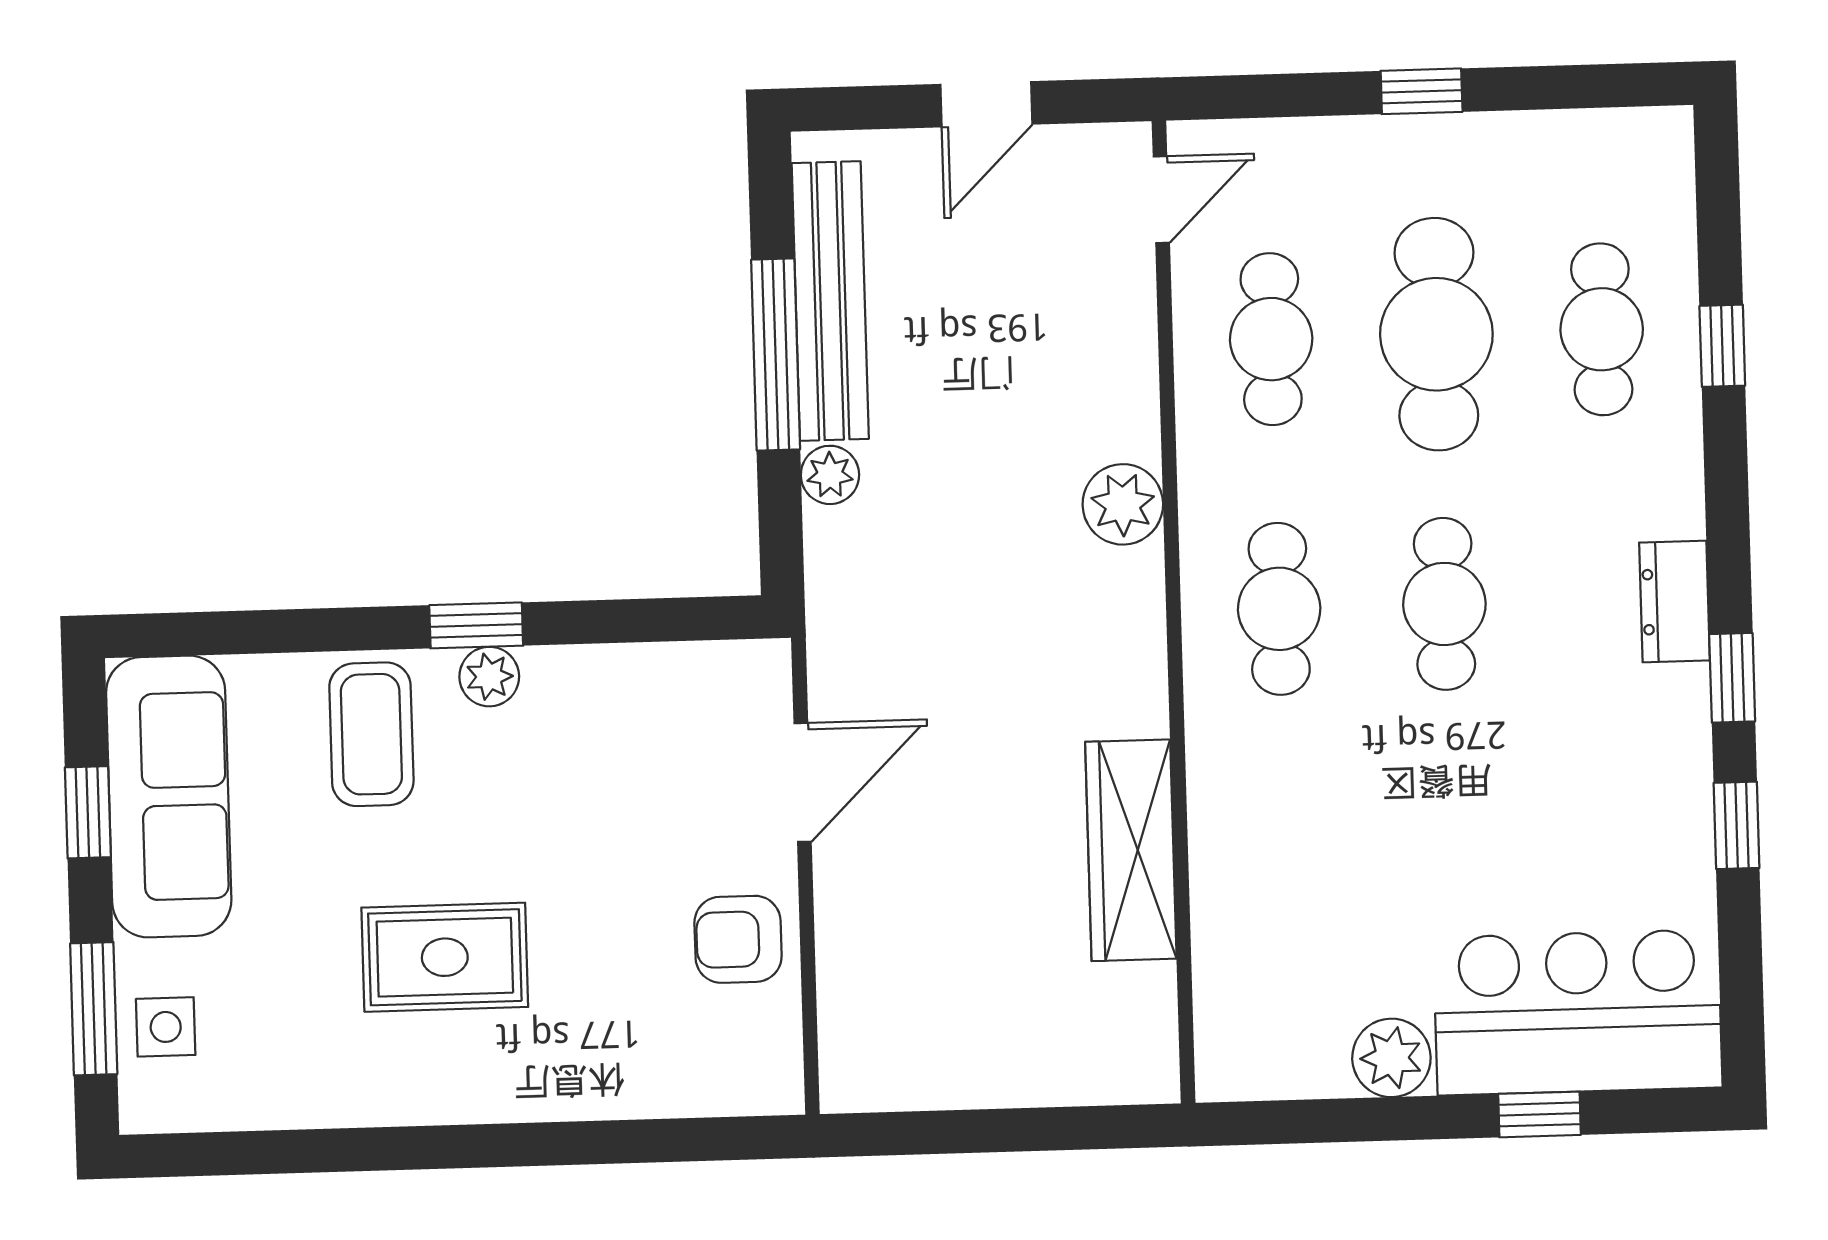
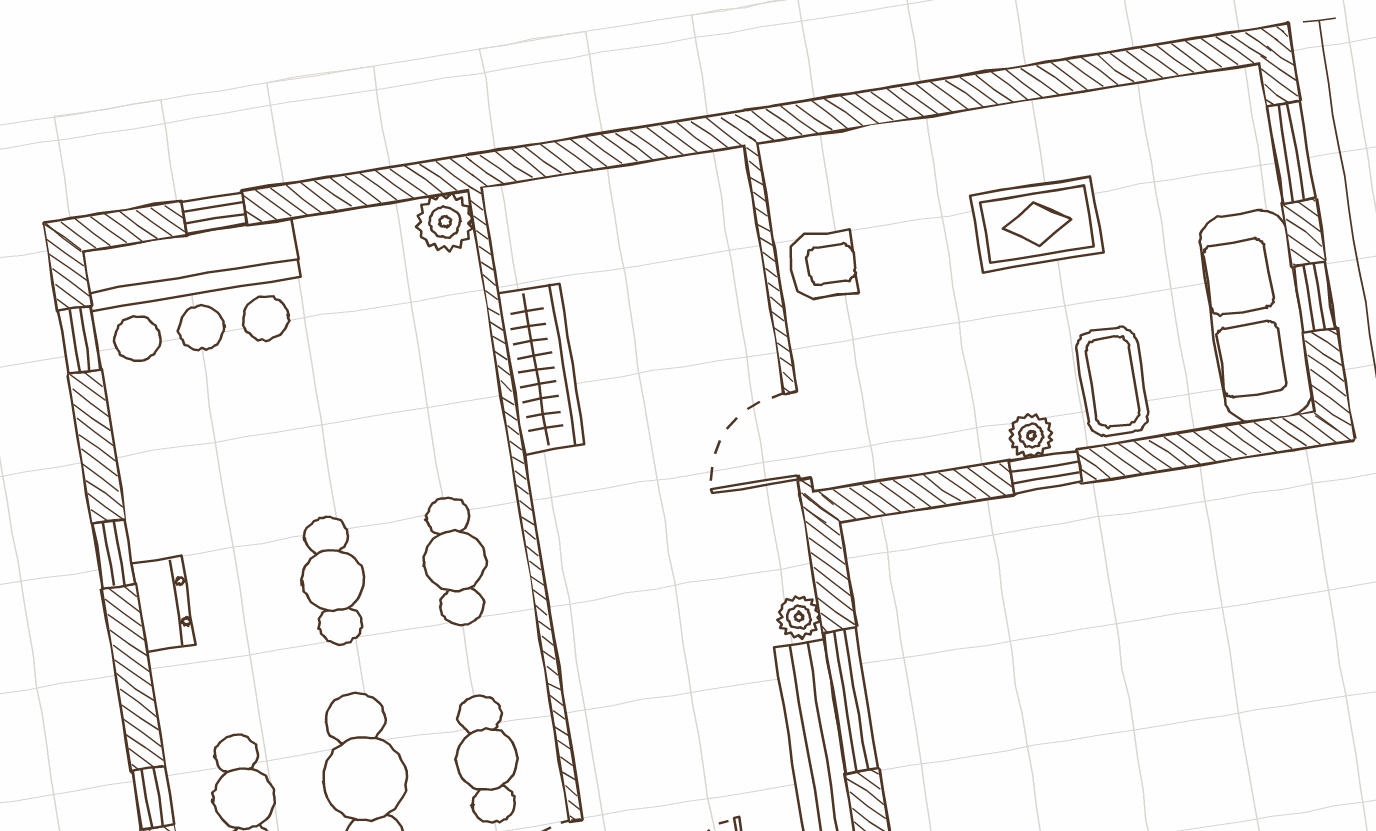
plant: (1123, 504) -> (580, 623), removed
door: (803, 782) -> (797, 436), moved
window: (1737, 825) -> (80, 340), moved
side table: (166, 1027) -> (1236, 146), removed
plant: (1391, 1058) -> (445, 222), moved

